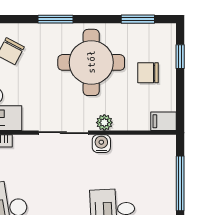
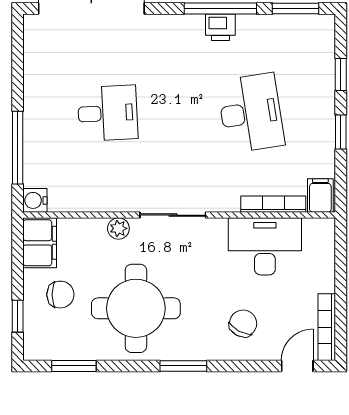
filing cabinet: (164, 121) -> (40, 243), width x2.00
water cooler: (101, 144) -> (35, 200), moved, turned 90

